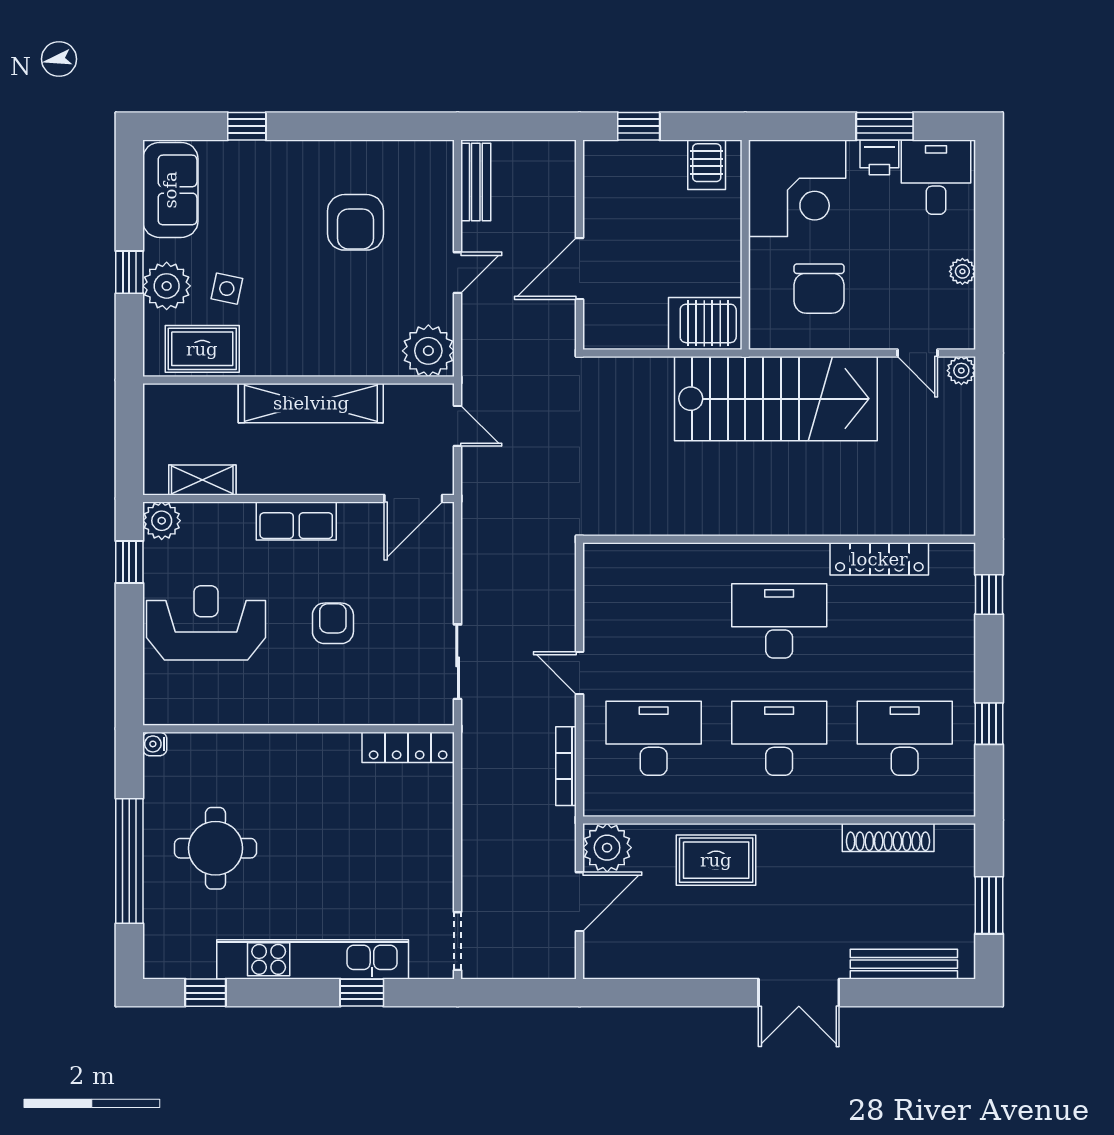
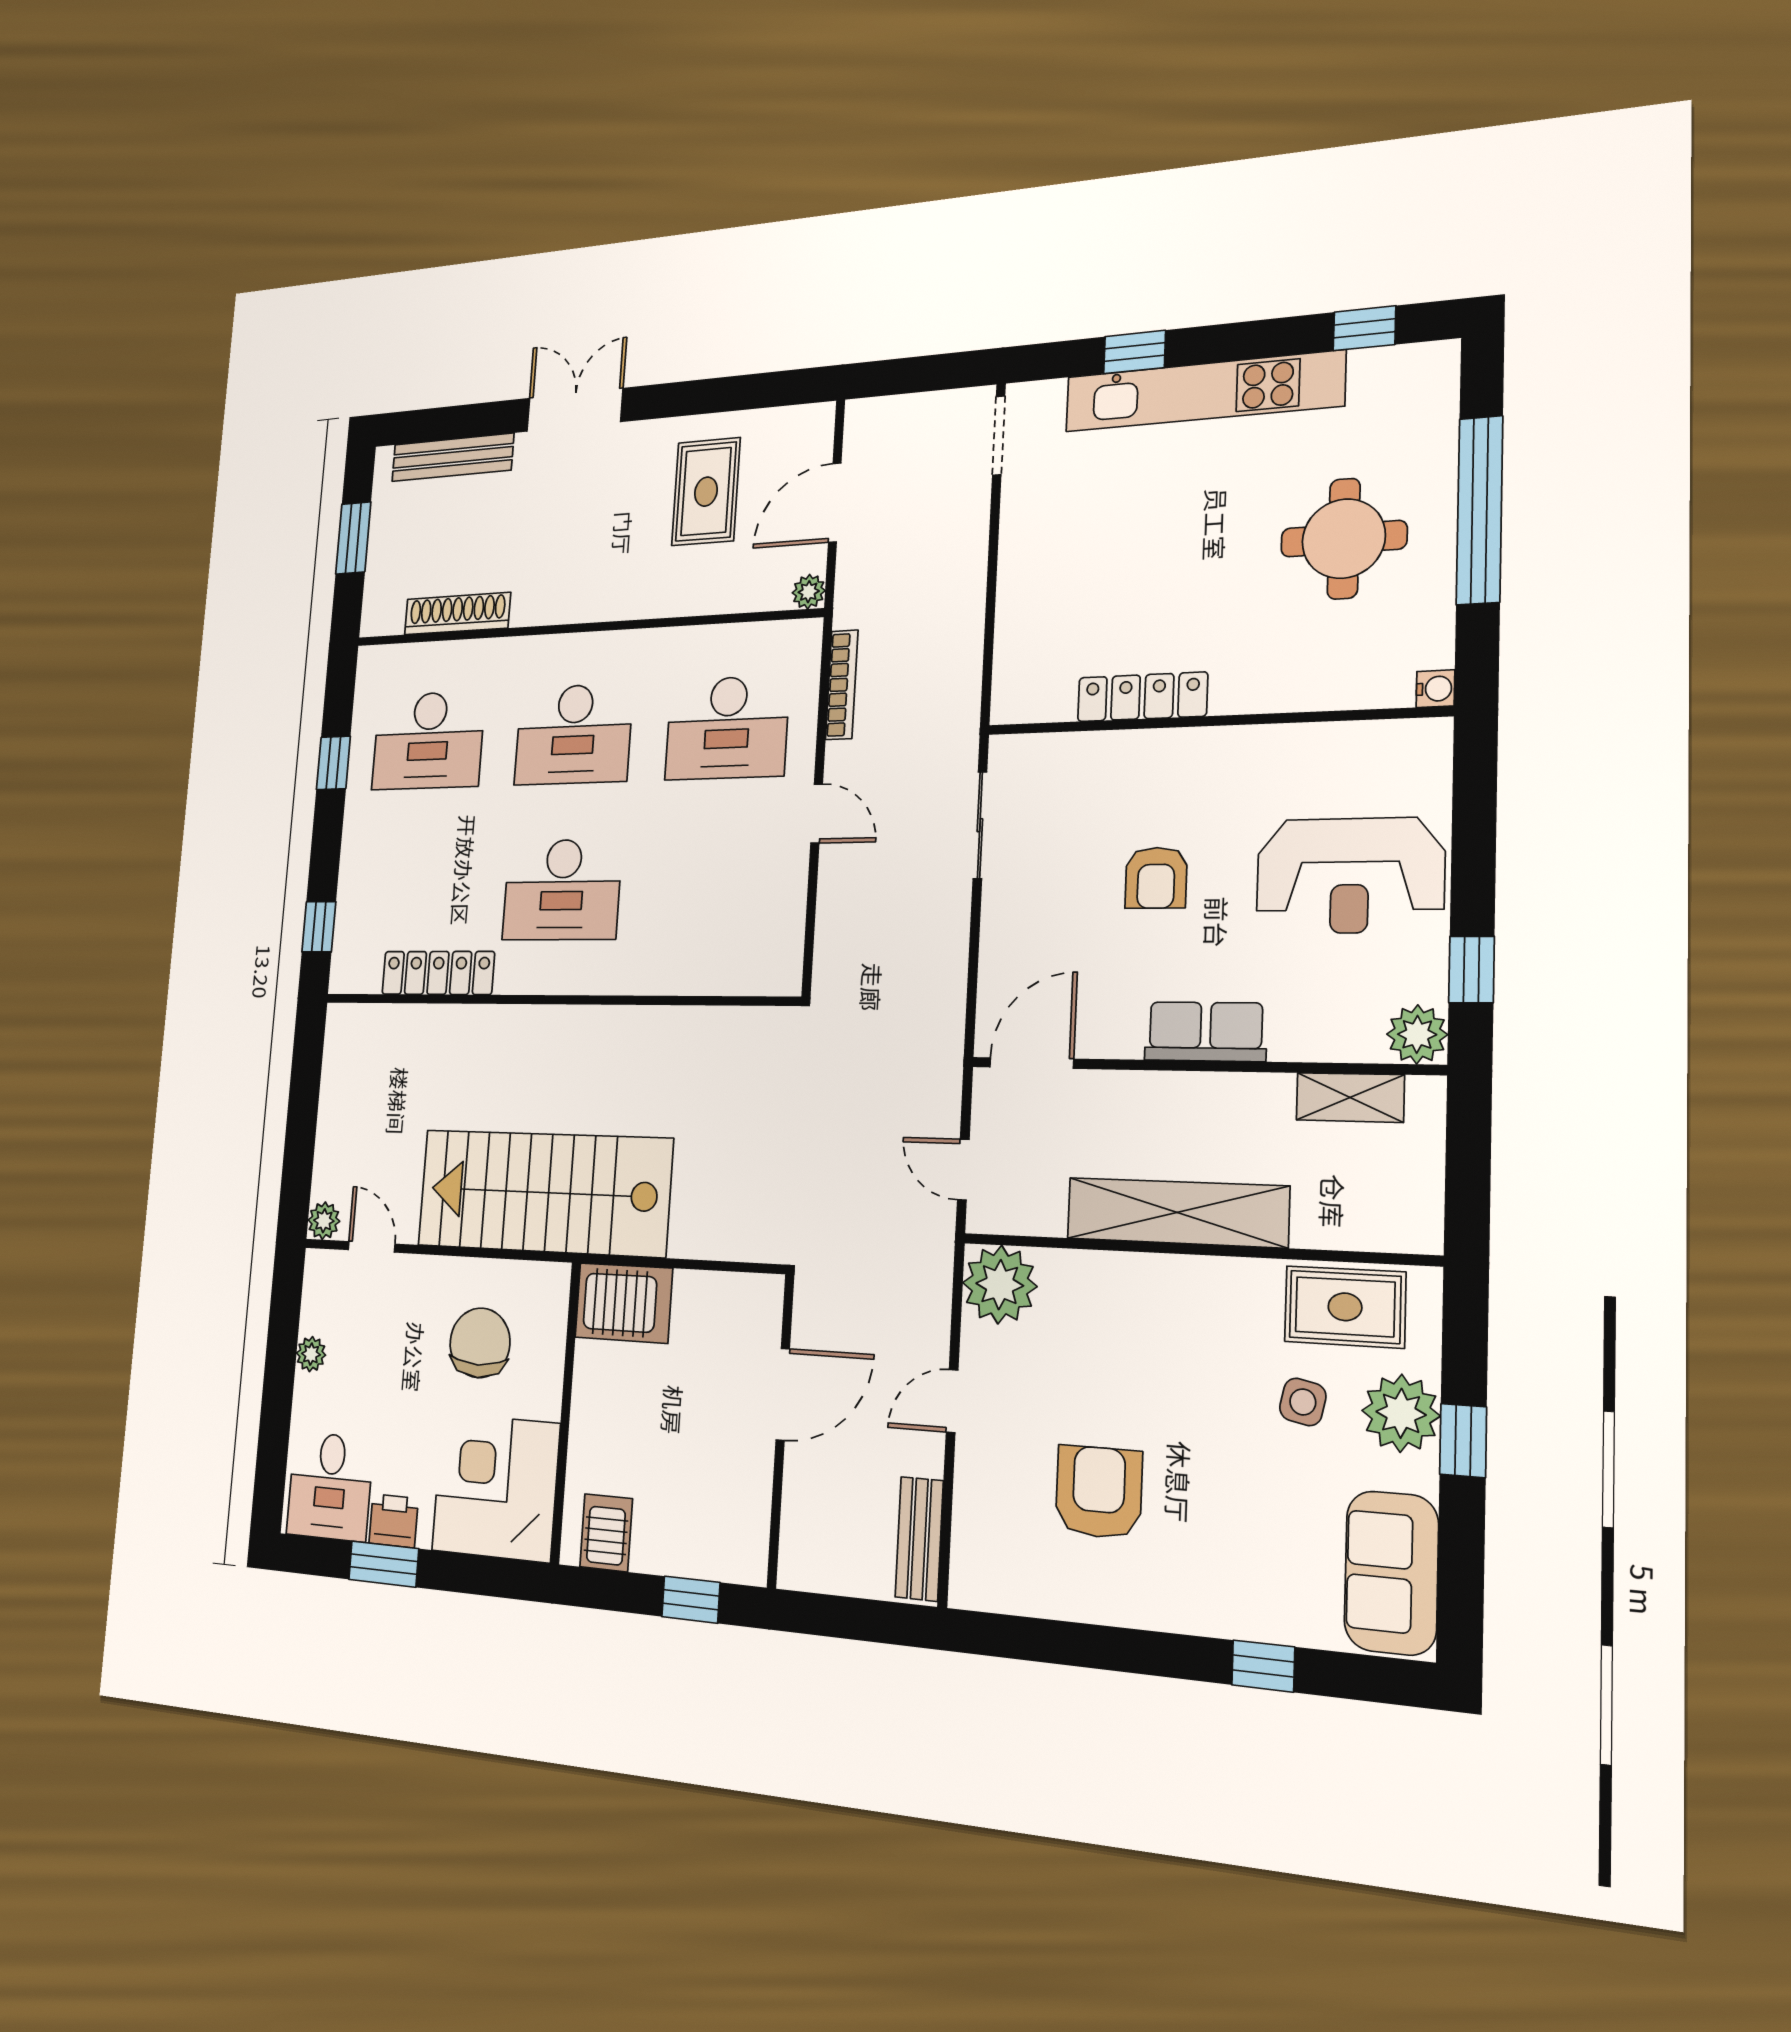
locker: (408, 747) -> (1142, 697), moved
plant: (607, 848) -> (809, 592), width x0.53, depth x0.53
rug: (716, 860) -> (706, 492), moved, turned 90

